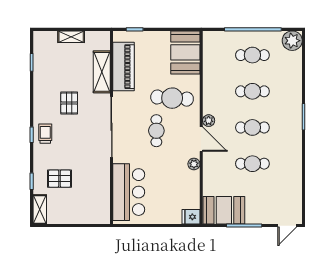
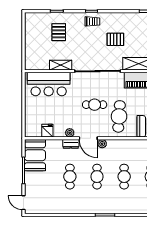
door: (201, 139) -> (88, 138), hinge flipped
dresser: (209, 162) -> (71, 144), added
shelving: (40, 209) -> (61, 65), moved
fridge: (191, 217) -> (47, 131), moved

